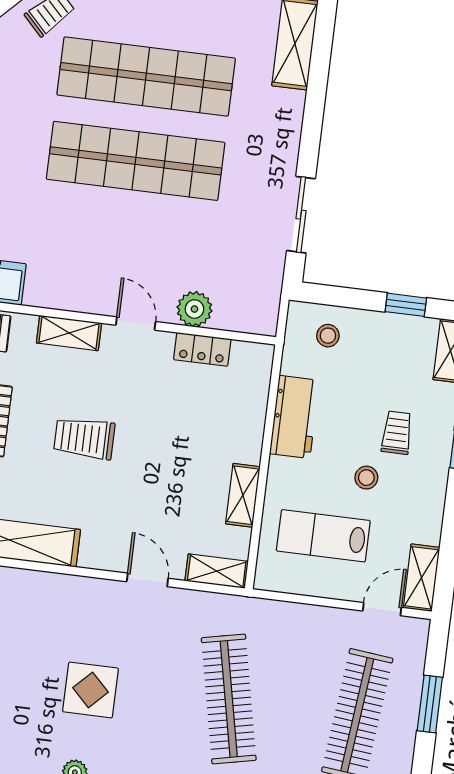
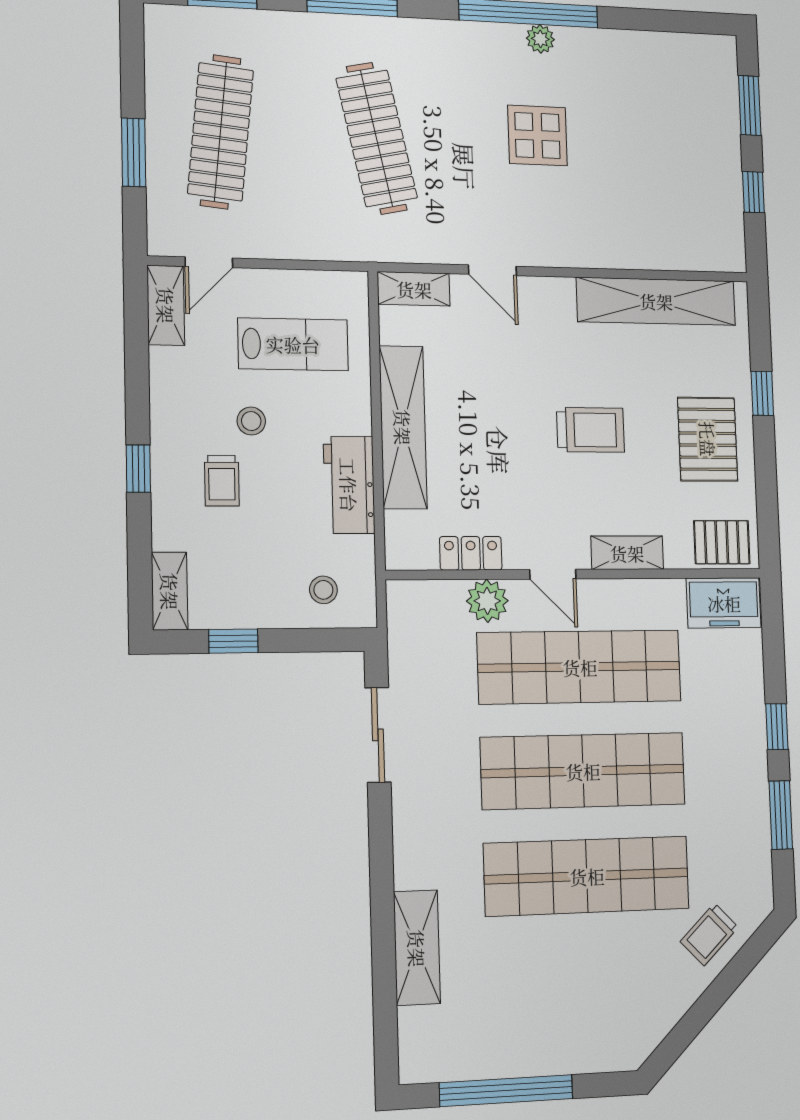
shop shelf: (125, 245) -> (580, 667), added
shelving: (243, 495) -> (403, 427), width x2.20, depth x1.33

